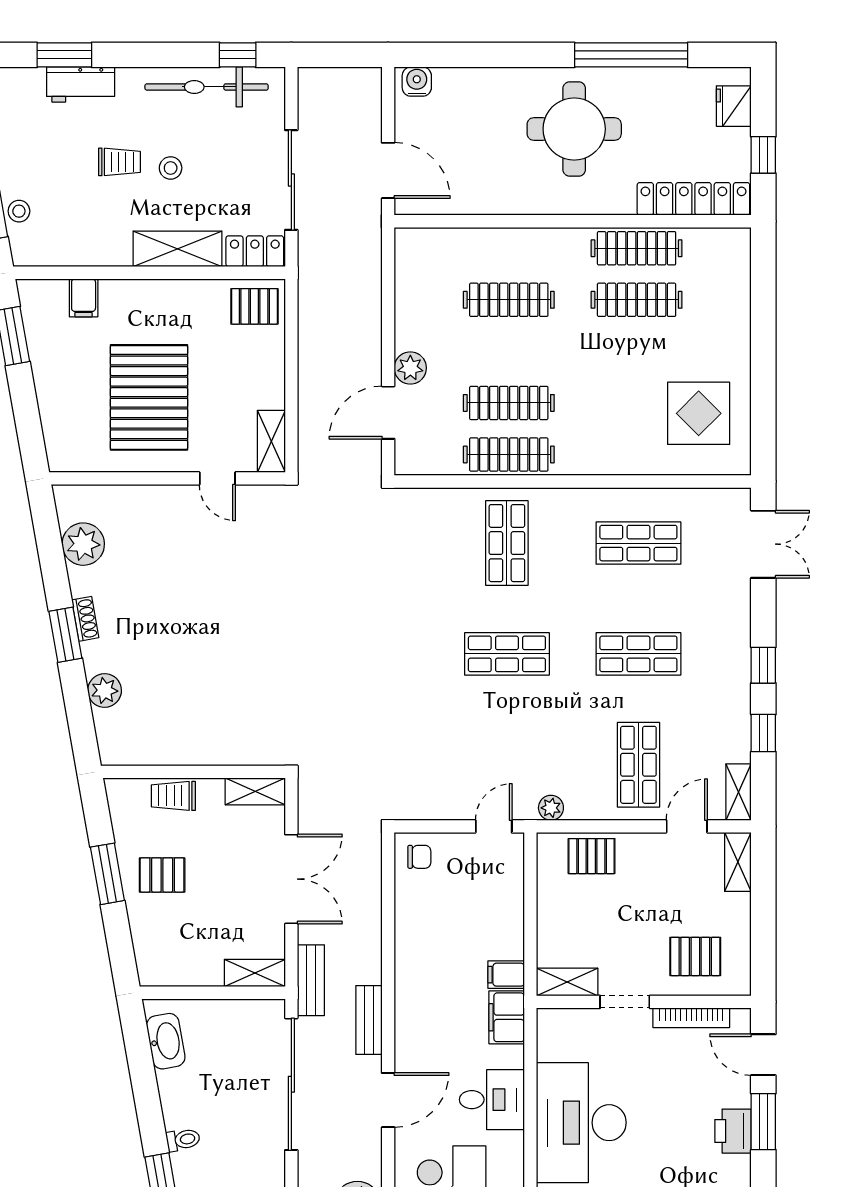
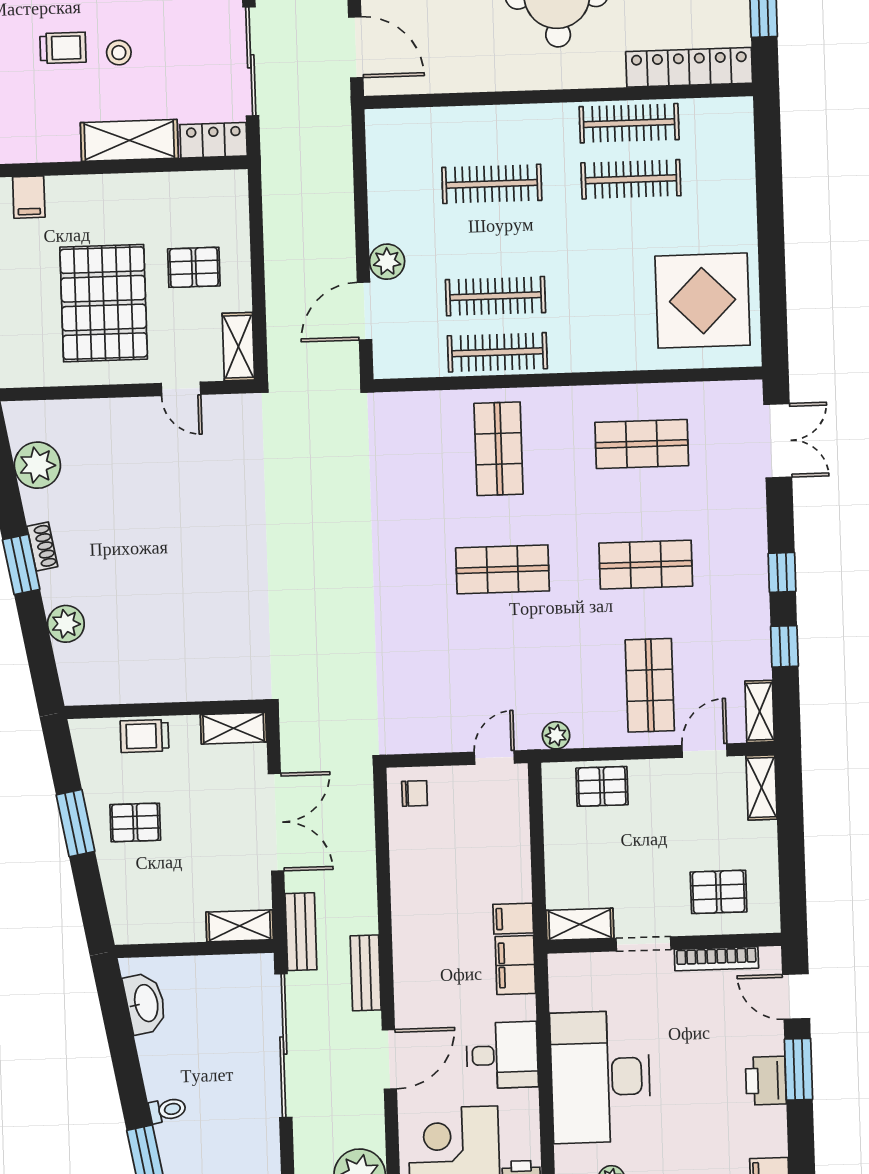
pallet: (254, 306) -> (194, 267), moved
display table: (699, 413) -> (703, 301), width x1.36, depth x1.36

